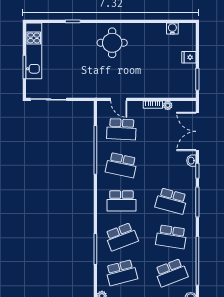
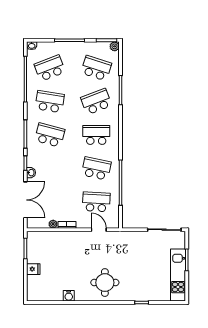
water cooler: (172, 29) -> (69, 296), moved
school desk: (121, 273) -> (96, 68), turned 33

